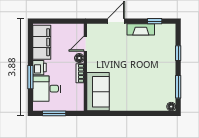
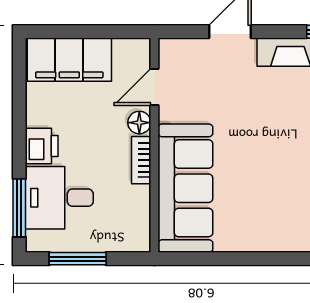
filing cabinet: (42, 42) -> (69, 60), moved, turned 90
window: (30, 77) -> (19, 208), moved
sofa: (98, 92) -> (185, 188), width x1.36

